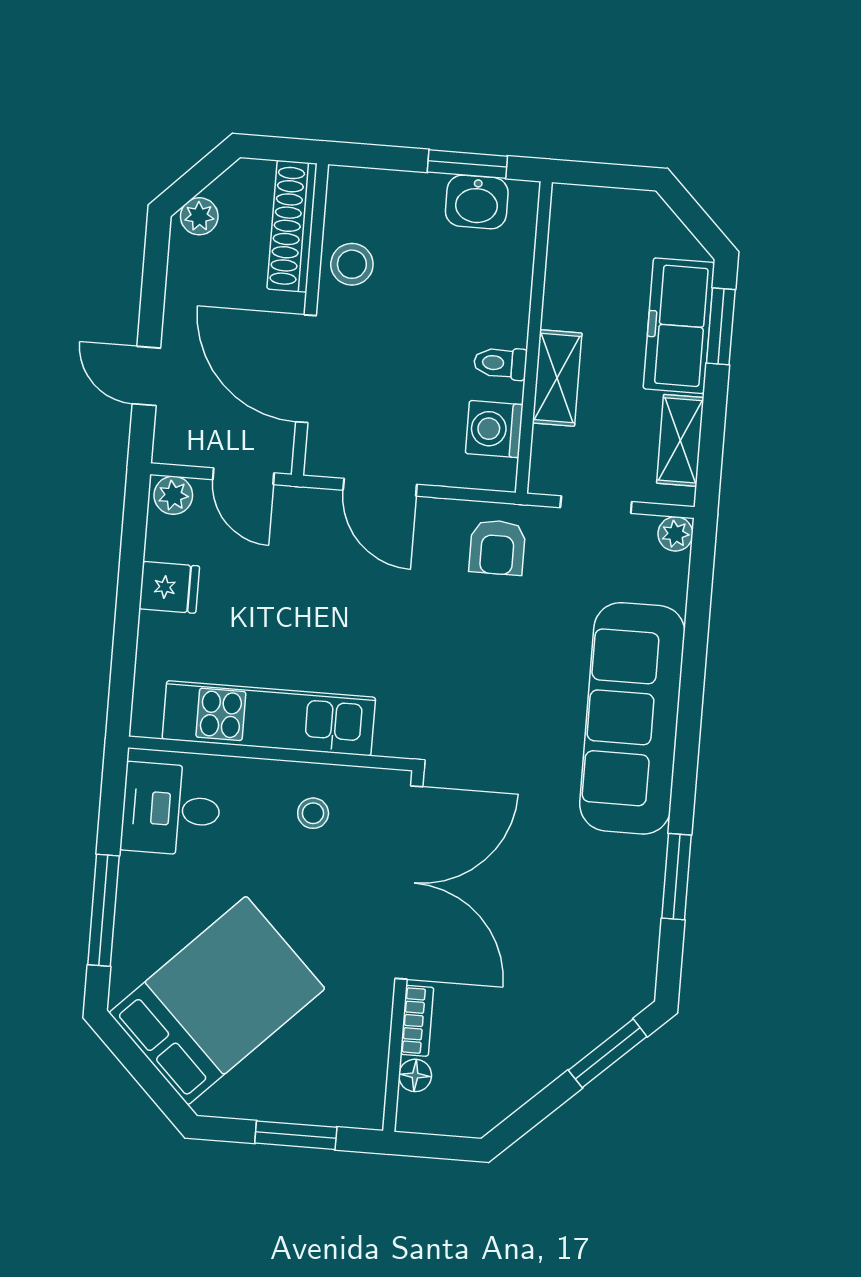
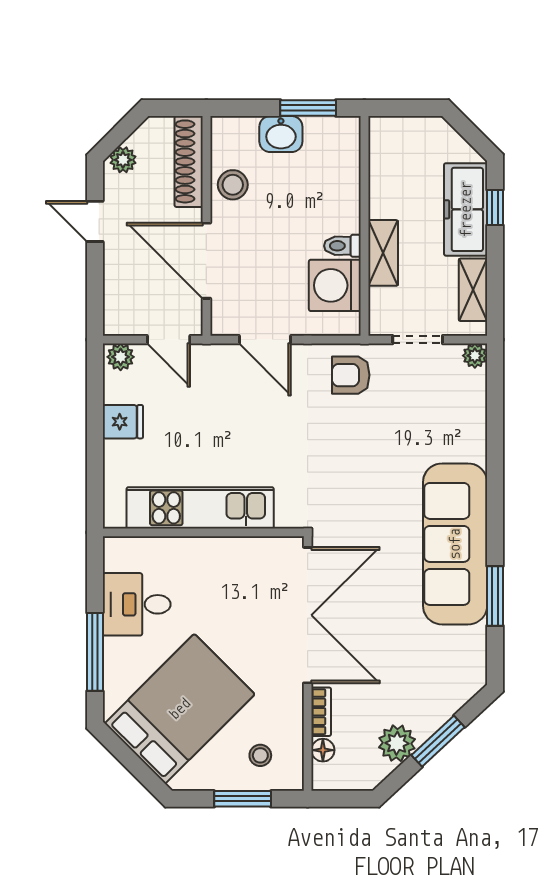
washbasin: (477, 202) -> (281, 134), moved
window: (721, 326) -> (495, 208), width x0.67
door: (146, 376) -> (95, 221), moved
washing machine: (494, 429) -> (335, 285), width x1.37, depth x1.37
armchair: (497, 547) -> (351, 375), turned 90
sofa: (632, 718) -> (455, 544), moved
desk: (171, 809) -> (137, 604), moved
stool: (313, 813) -> (260, 755), moved
window: (608, 1053) -> (438, 741), moved
plant: (521, 1074) -> (397, 743), added

